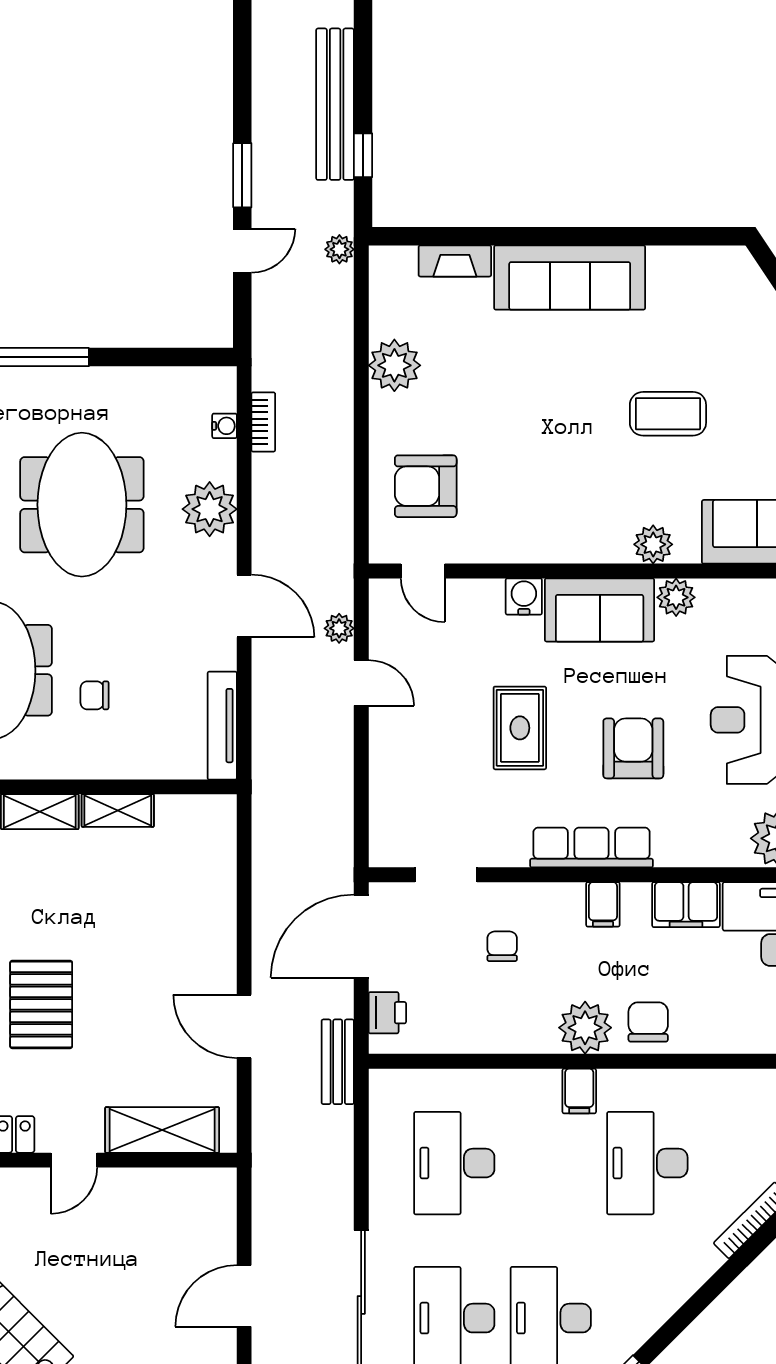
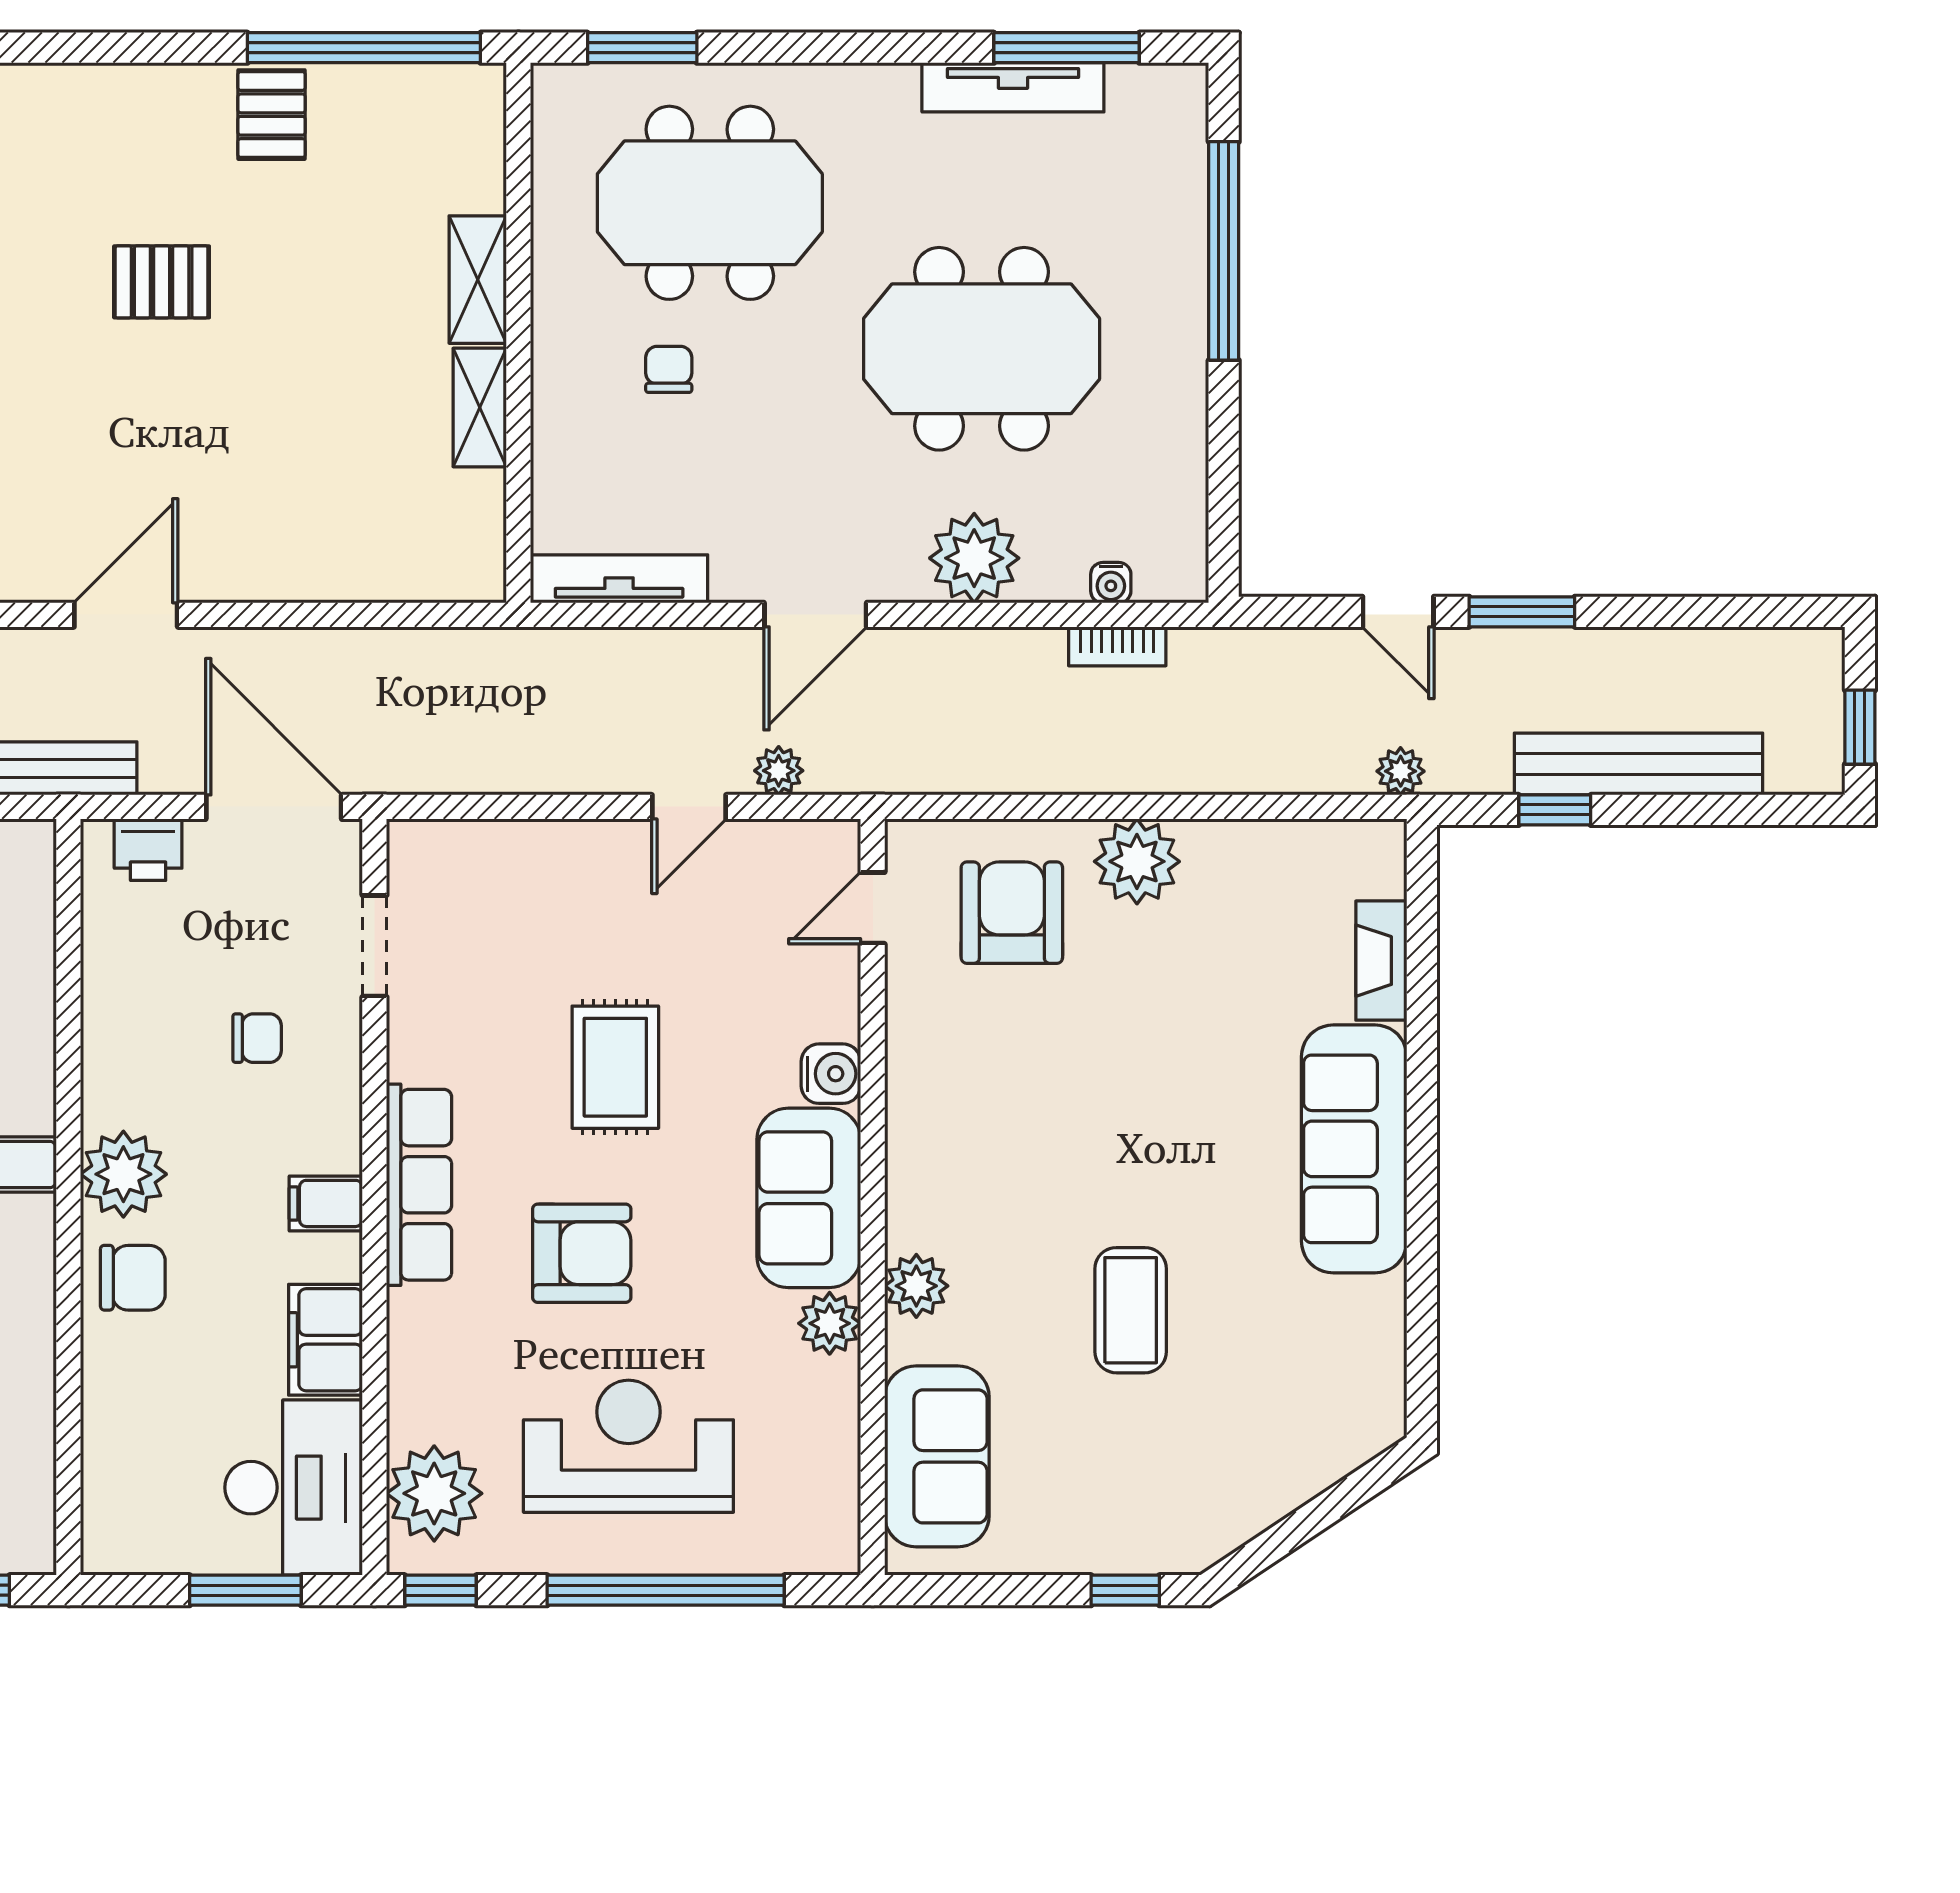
plant: (394, 365) -> (1137, 861), moved
rug: (520, 728) -> (615, 1067), turned 90
pallet: (41, 1004) -> (162, 282), width x0.67, depth x0.71

